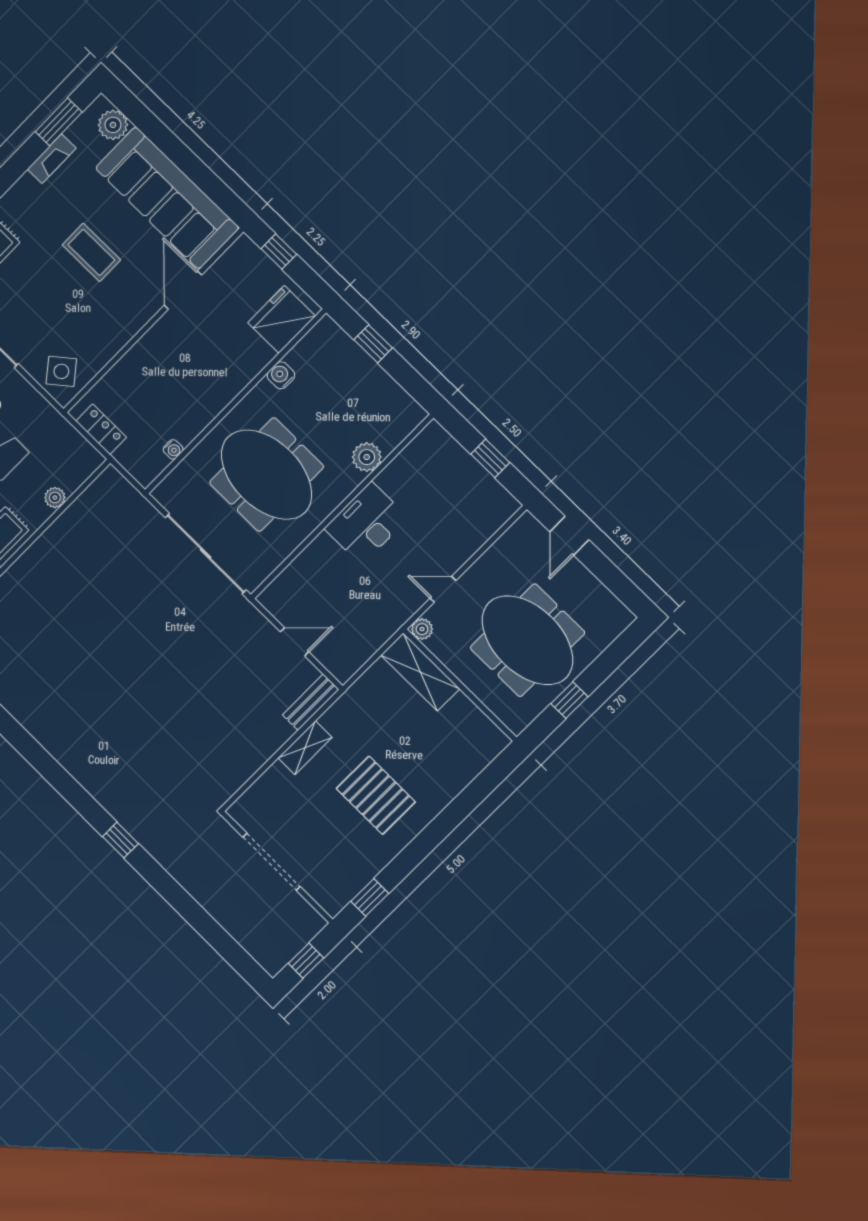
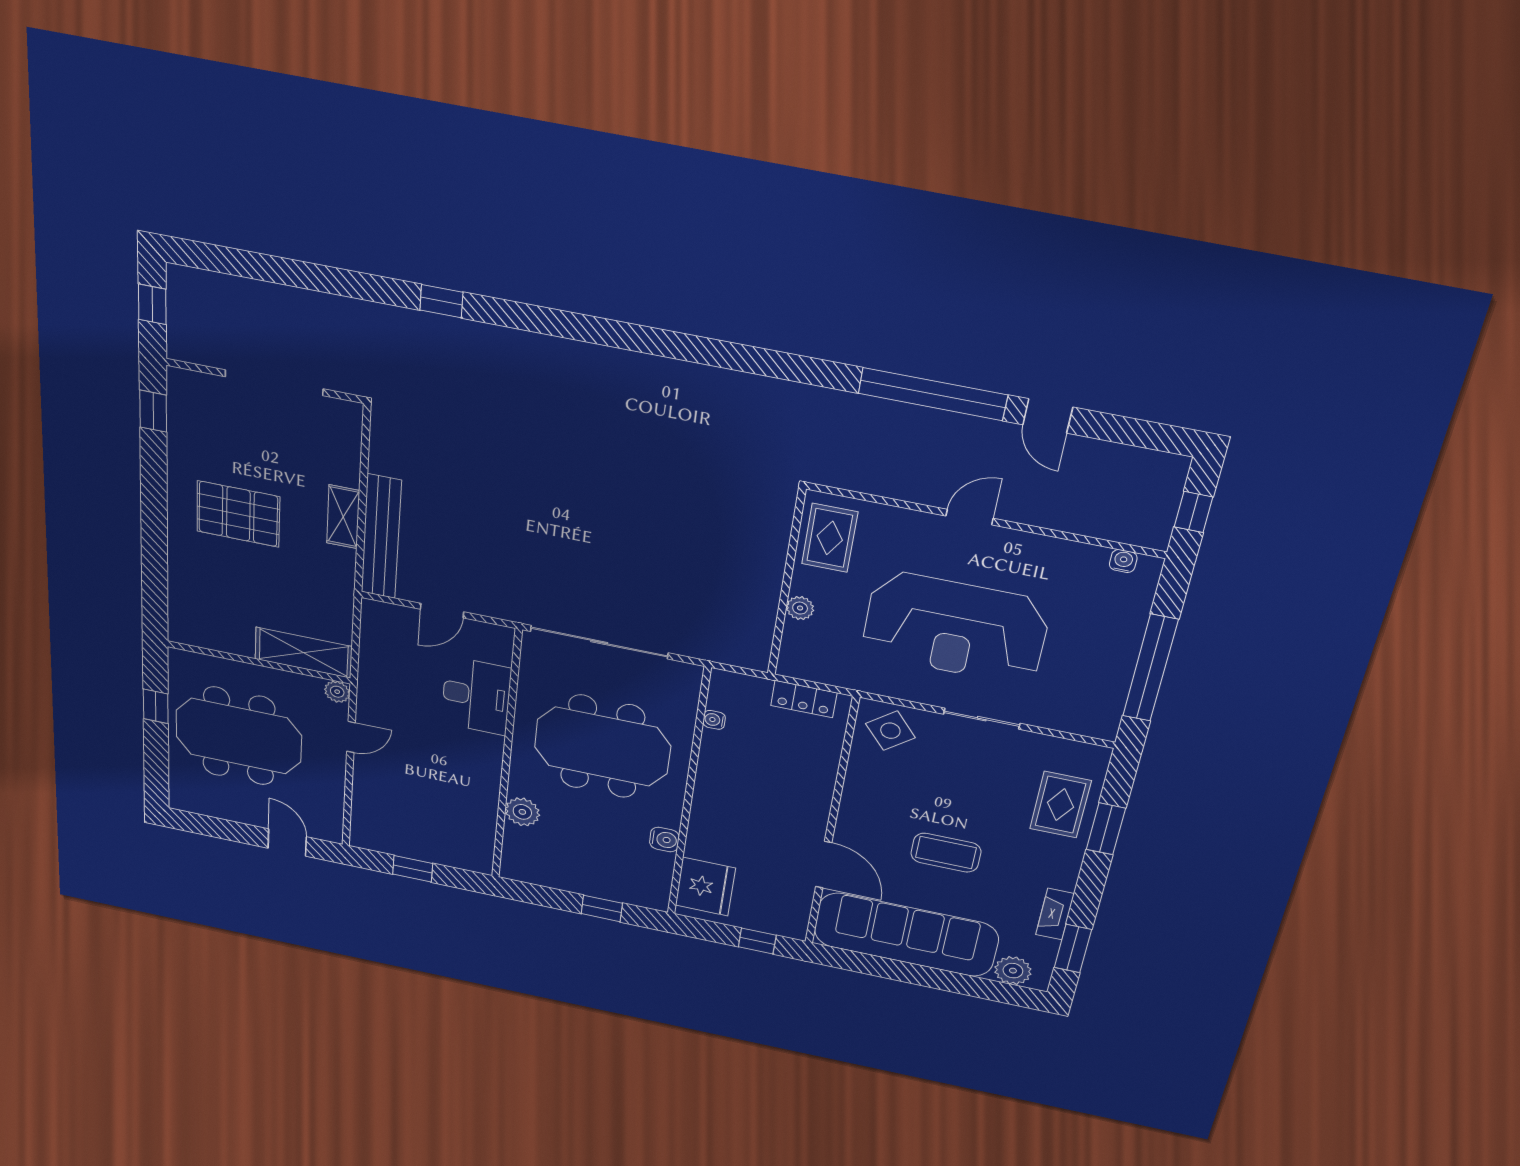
desk: (366, 523) -> (476, 696), moved
bench: (311, 702) -> (381, 537), width x1.86, depth x1.21

